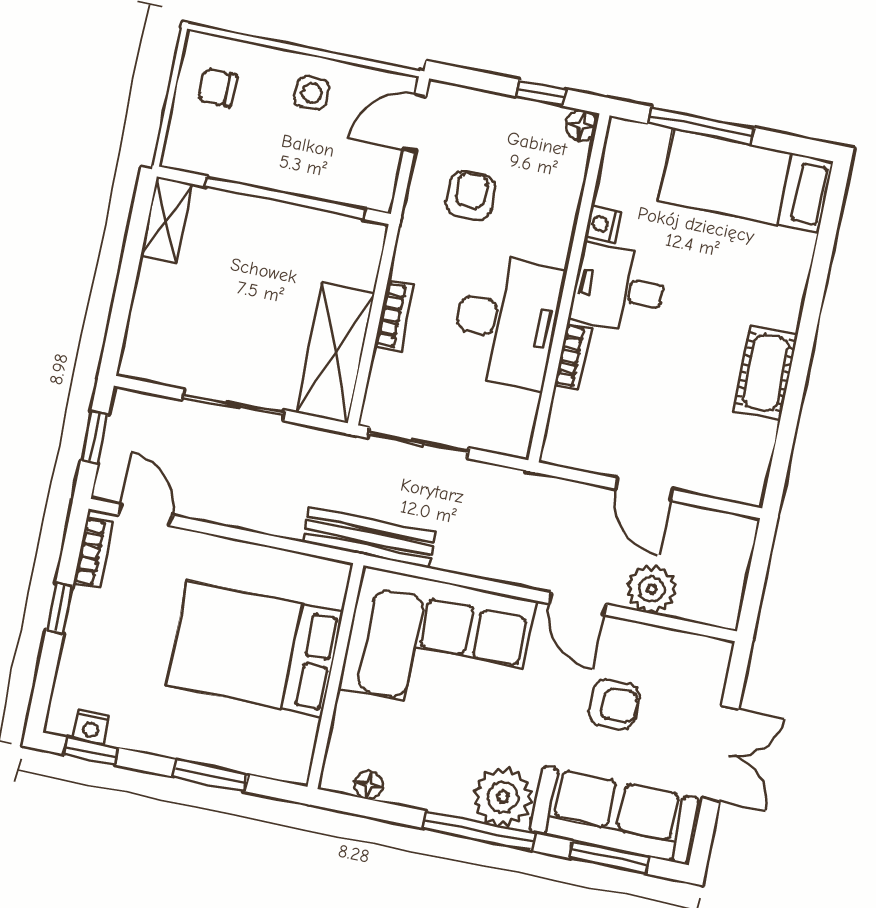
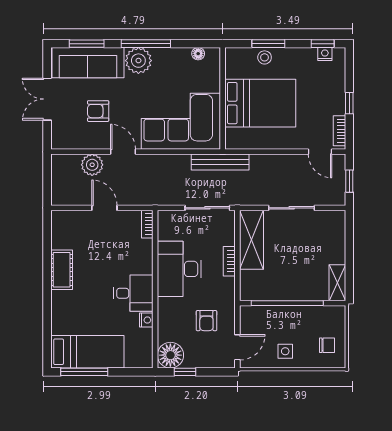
floor lamp: (581, 125) -> (170, 355), width x1.89, depth x1.89
window: (701, 126) -> (84, 372), moved
bookcase: (573, 357) -> (147, 224), moved
stool: (225, 747) -> (265, 57), added

